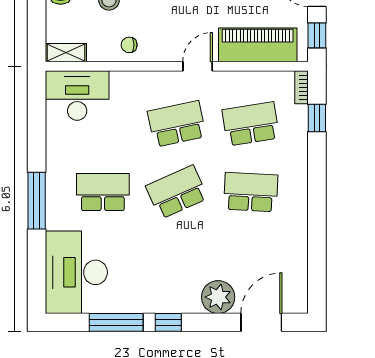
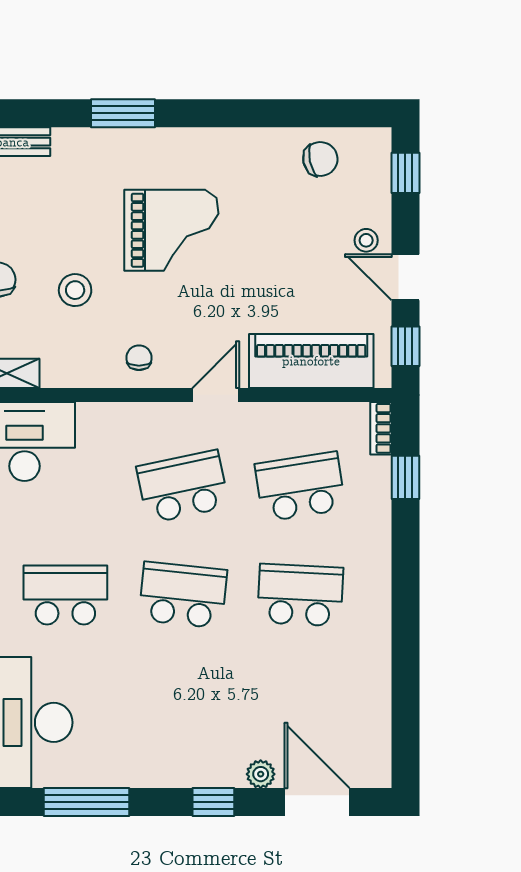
chair: (129, 45) -> (139, 358), moved, turned 90
school desk: (177, 192) -> (183, 595), turned 30
plant: (218, 297) -> (261, 774), width x0.53, depth x0.53
window: (168, 322) -> (213, 802), moved
door: (261, 322) -> (317, 802), hinge flipped

